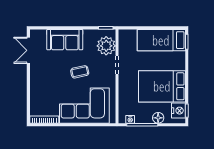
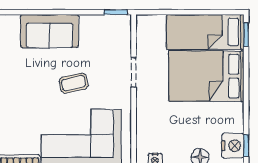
plant: (106, 46) -> (116, 41), removed
bed: (162, 86) -> (206, 76), moved

